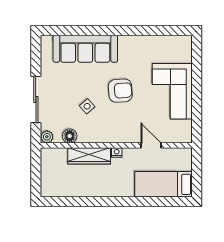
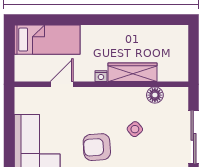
plant: (47, 137) -> (181, 94), removed
door: (151, 145) -> (62, 84), swing flipped

